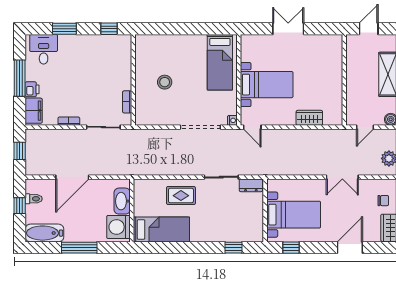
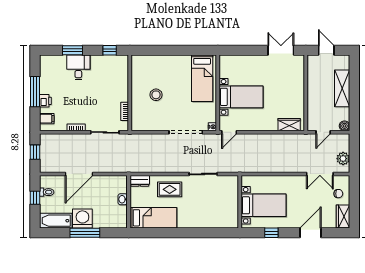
double door: (288, 29) -> (281, 50), moved
door: (369, 29) -> (326, 50), hinge flipped
desk: (44, 49) -> (78, 67), moved
filing cabinet: (34, 111) -> (47, 119), width x0.50
wardrobe: (309, 118) -> (289, 125), moved
door: (252, 127) -> (229, 132), hinge flipped
double door: (342, 177) -> (320, 174), moved
dresser: (251, 185) -> (140, 181), moved
washbasin: (122, 201) -> (123, 199), width x0.52, depth x0.69
washing machine: (118, 227) -> (82, 218), moved, turned 90
window: (234, 248) -> (213, 233), removed
window: (291, 248) -> (271, 233), moved

